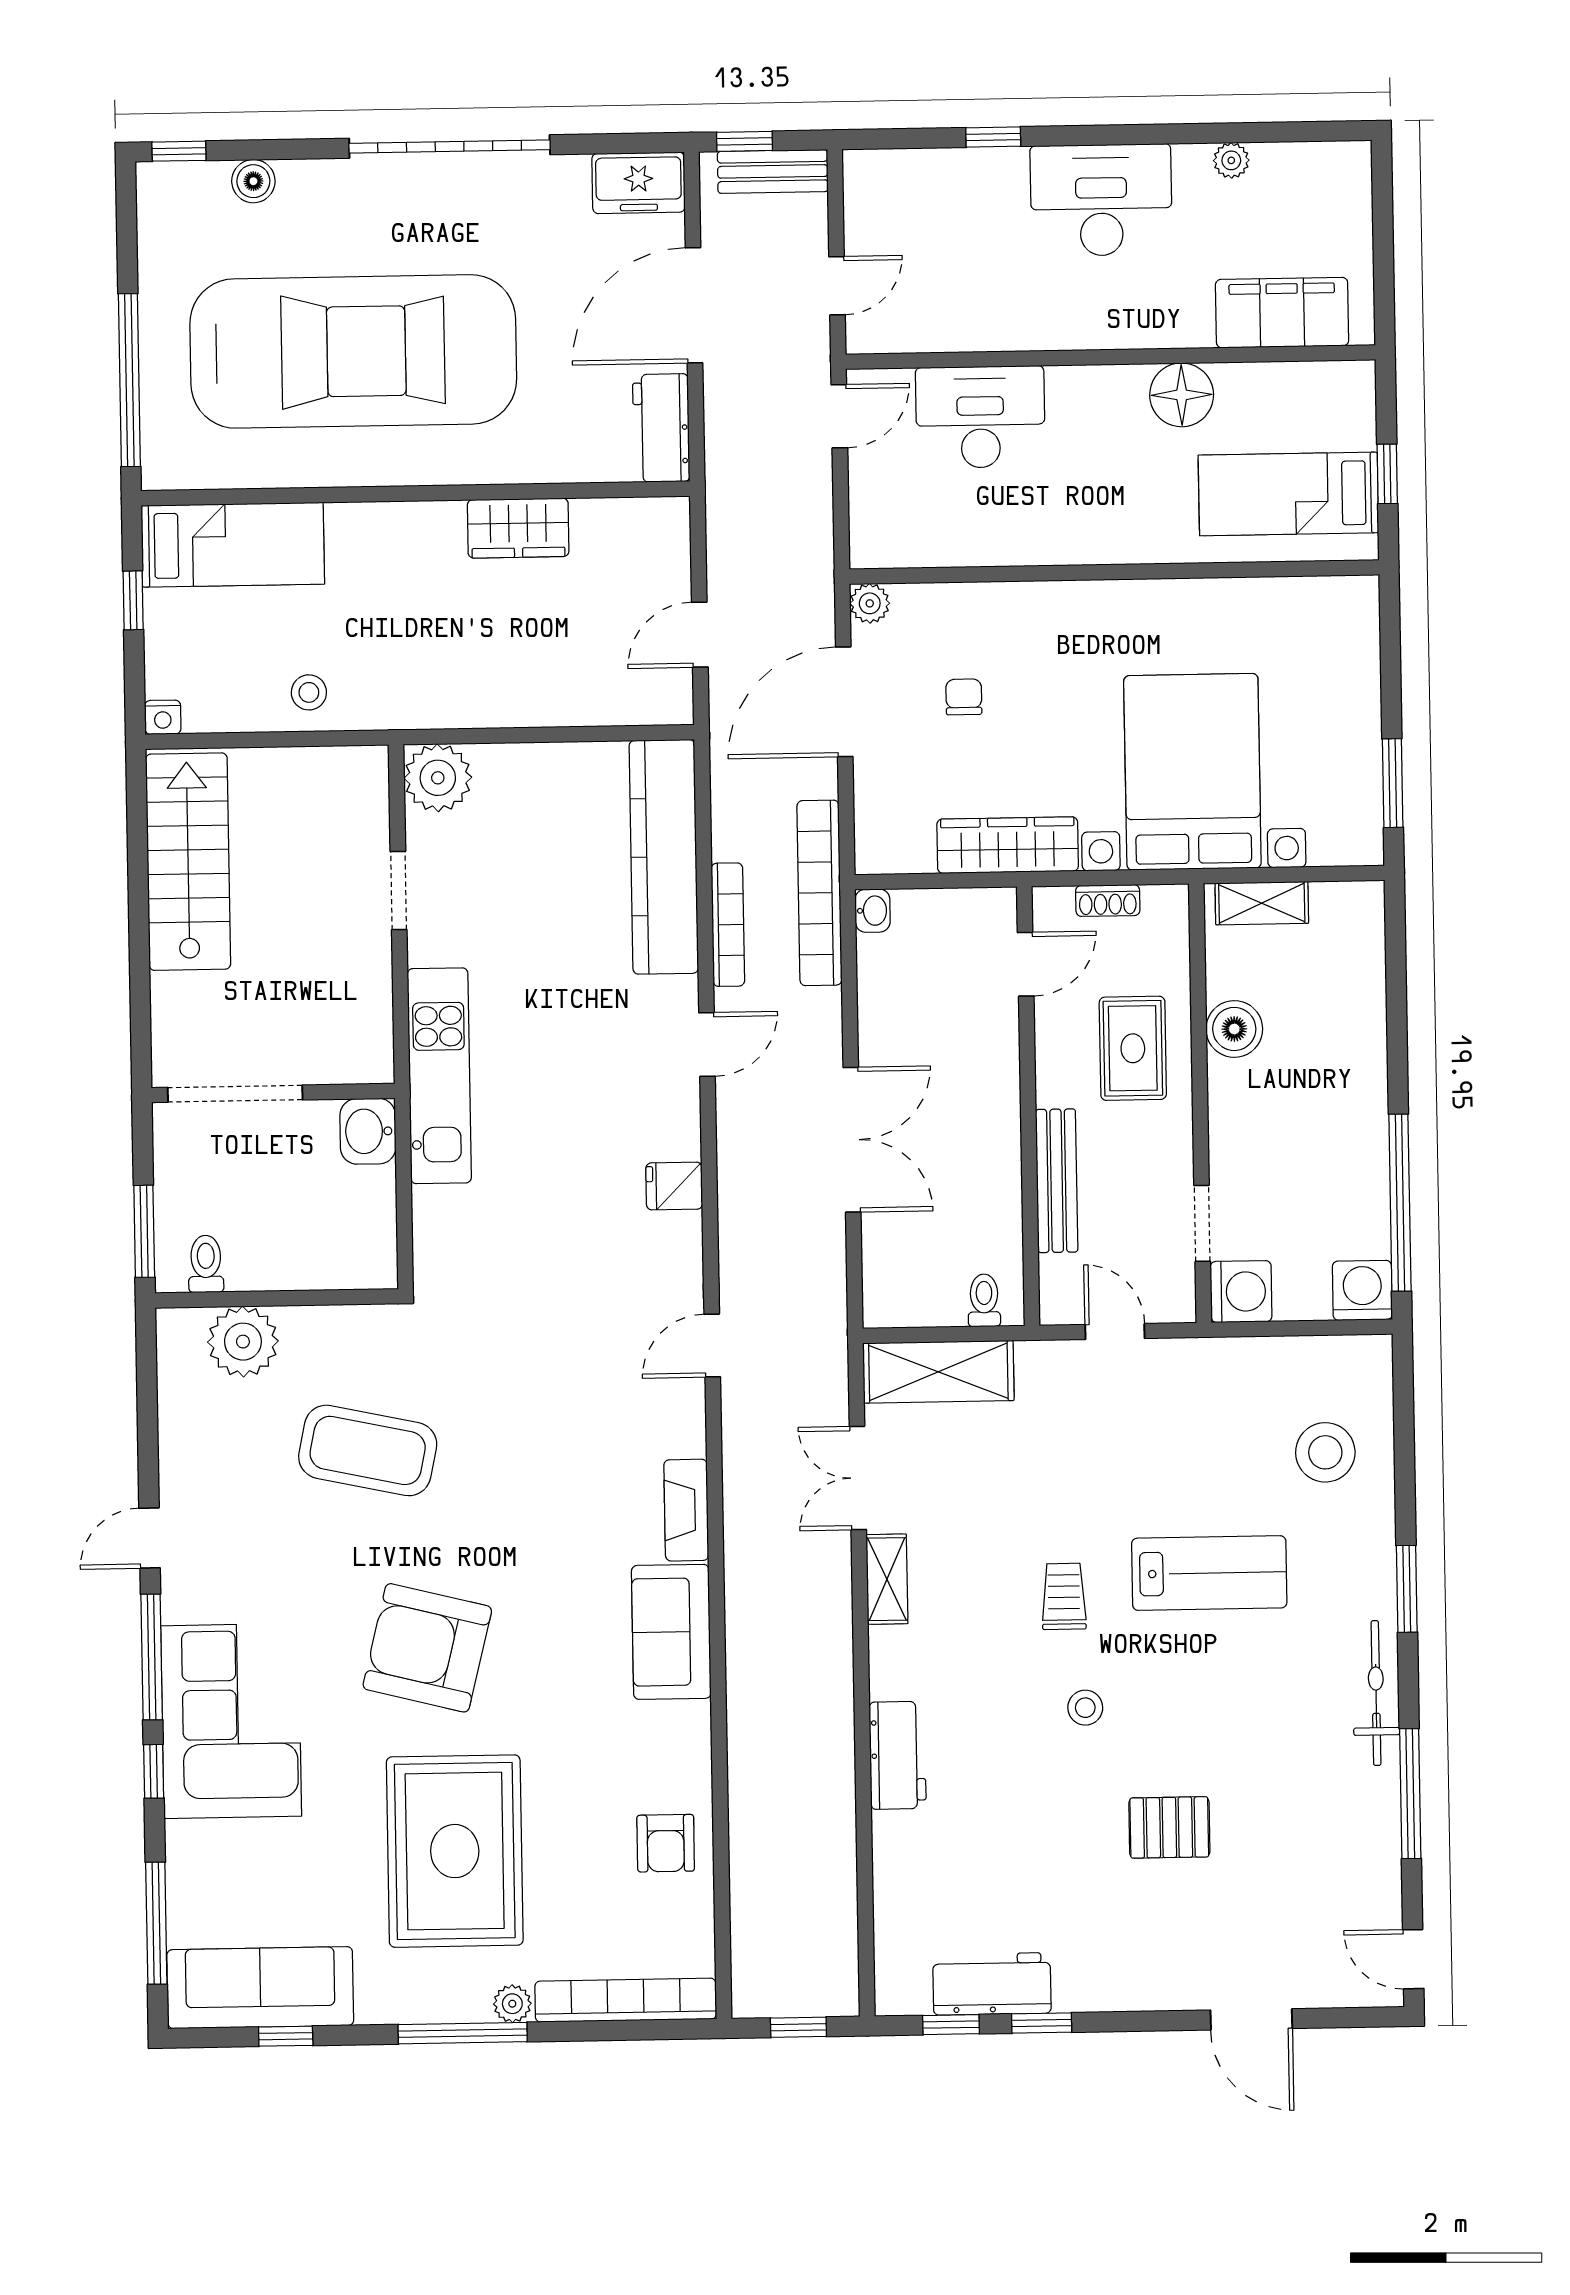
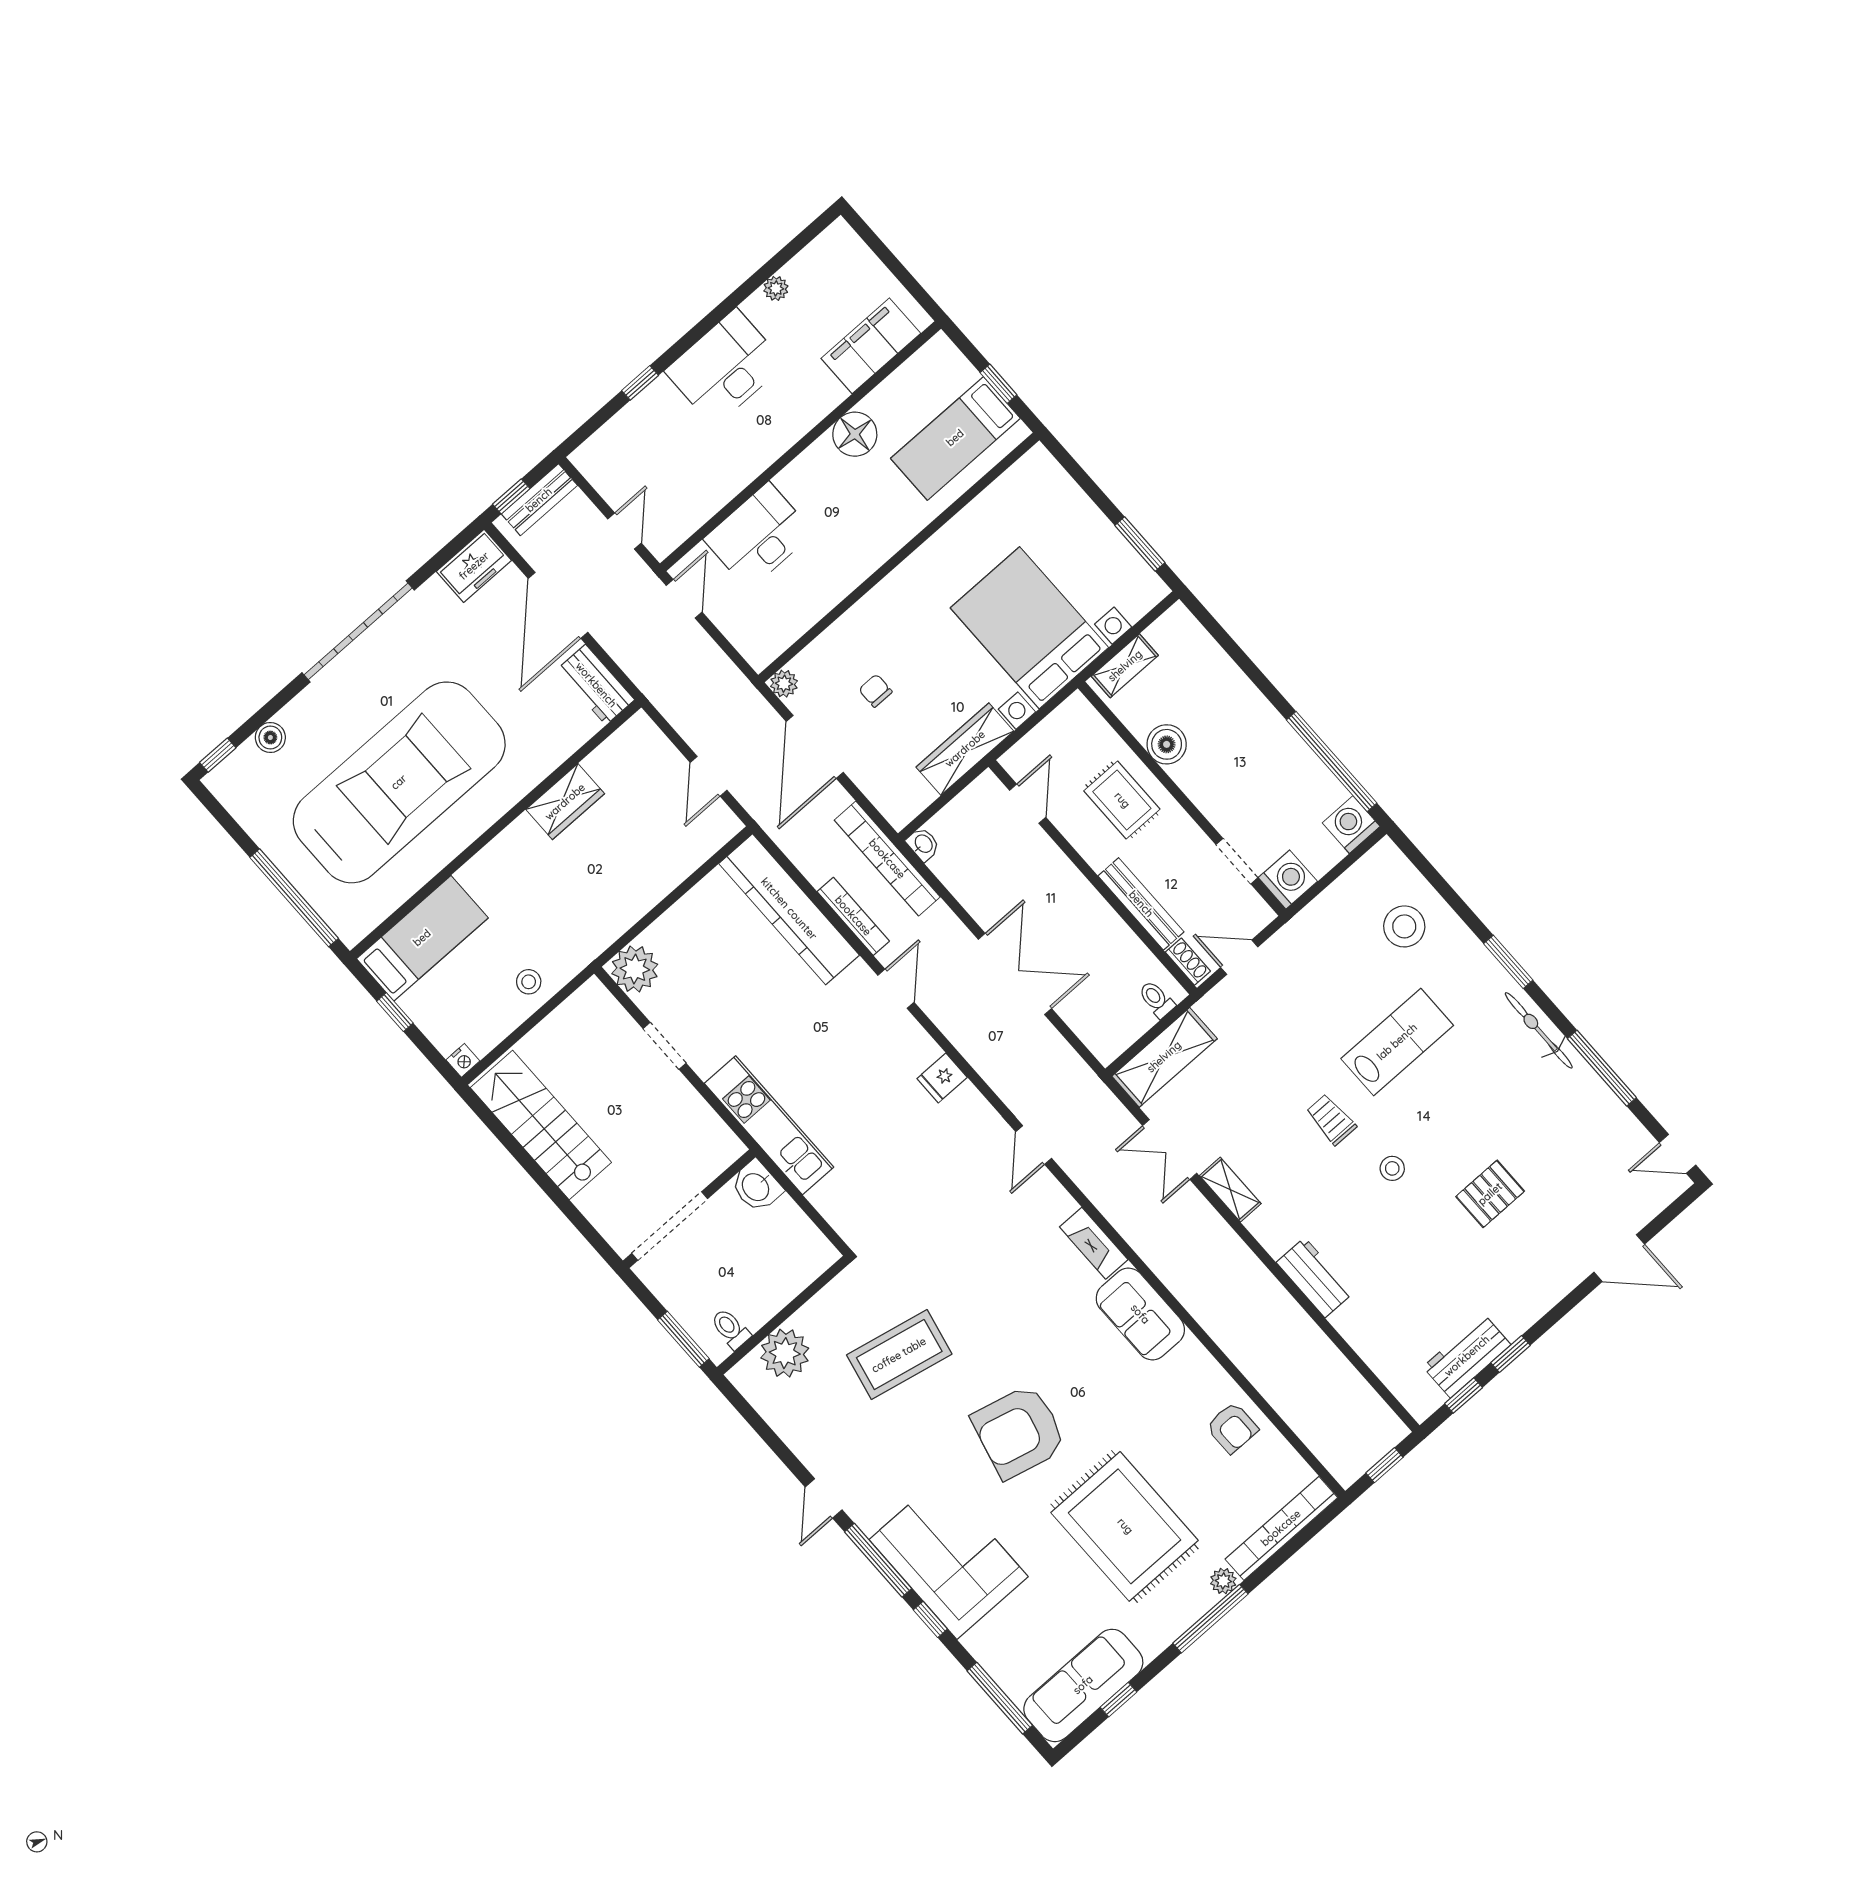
shoe rack: (1108, 900) -> (1188, 962), moved, turned -90

